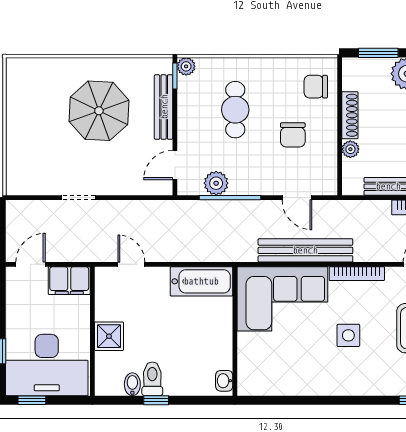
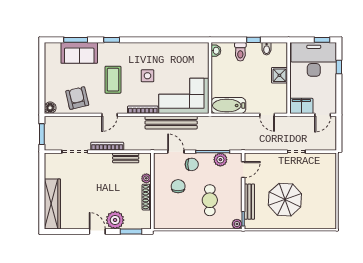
chair: (316, 87) -> (192, 164), moved
toilet: (152, 379) -> (240, 52), moved

